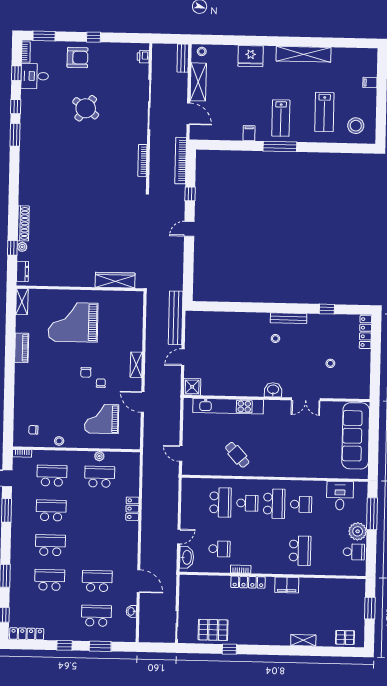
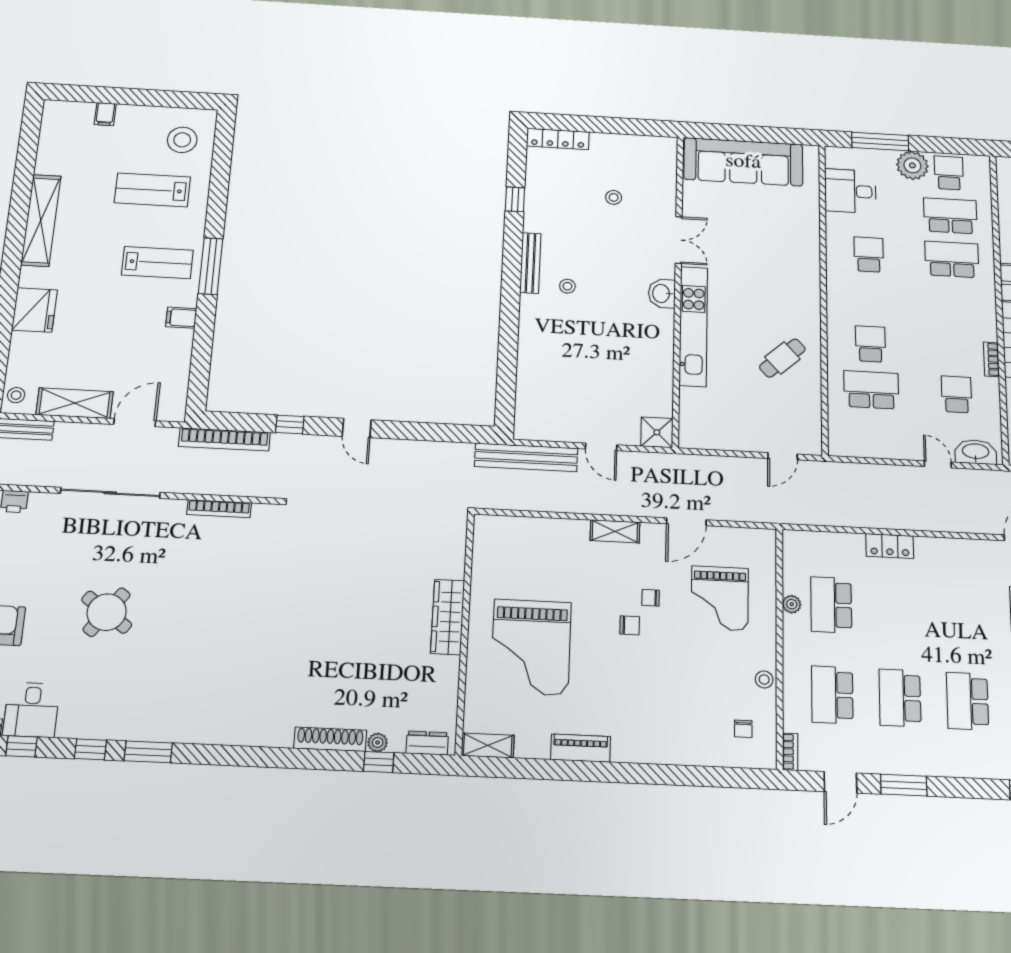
lab bench: (324, 112) -> (152, 190), turned 180
wardrobe: (115, 280) -> (448, 617), moved
kitchen unit: (228, 406) -> (693, 326), moved
school desk: (274, 504) -> (950, 216), moved

